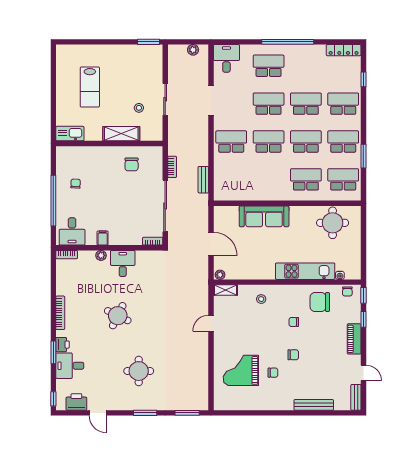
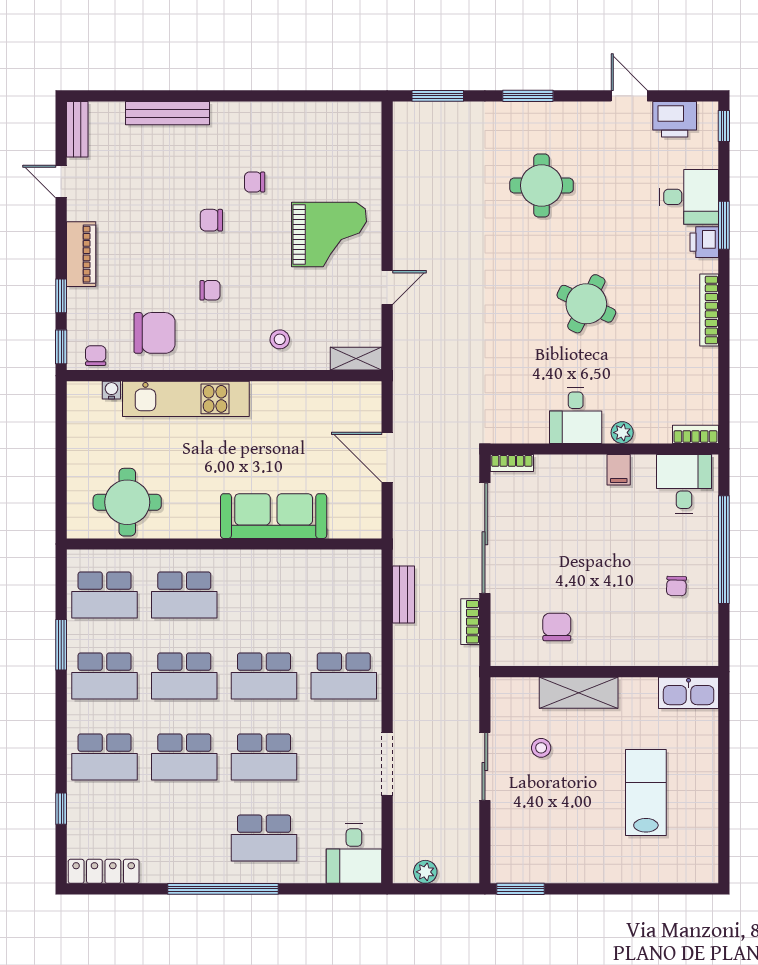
plant: (220, 275) -> (368, 391), removed
grand piano: (241, 370) -> (329, 234), moved

